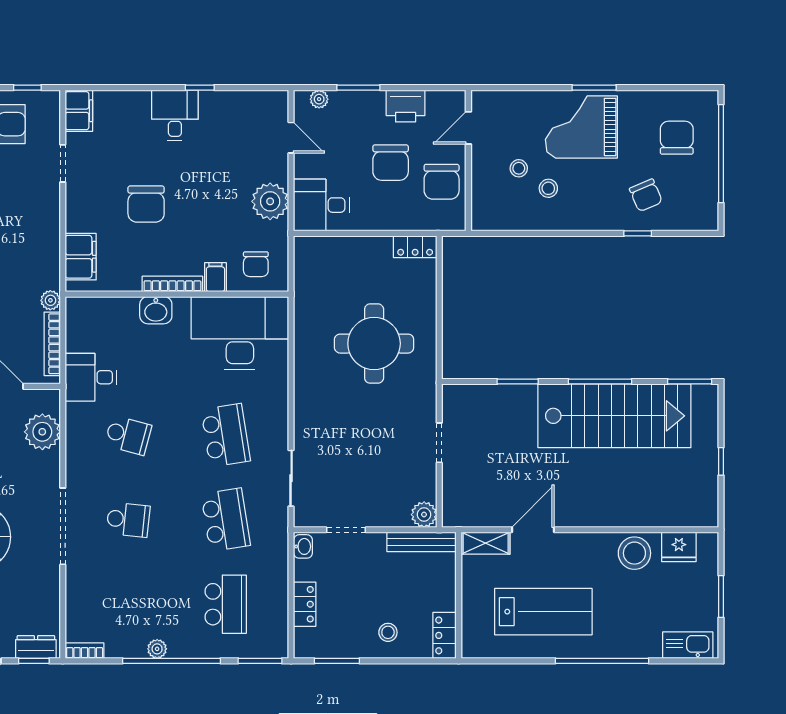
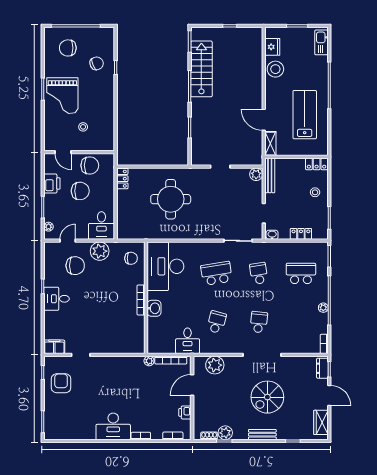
stool: (548, 188) -> (93, 112), removed
chair: (146, 204) -> (75, 266), moved
filing cabinet: (81, 257) -> (127, 346), removed
filing cabinet: (215, 277) -> (138, 278), removed
stairs: (614, 416) -> (201, 69), width x0.73, depth x0.66
school desk: (226, 520) -> (259, 273), width x0.54

